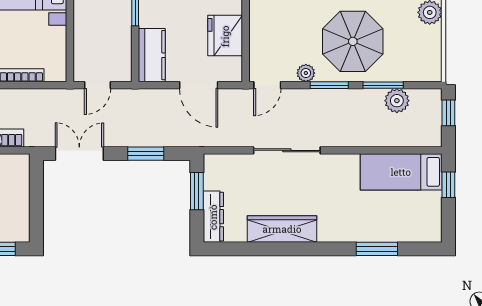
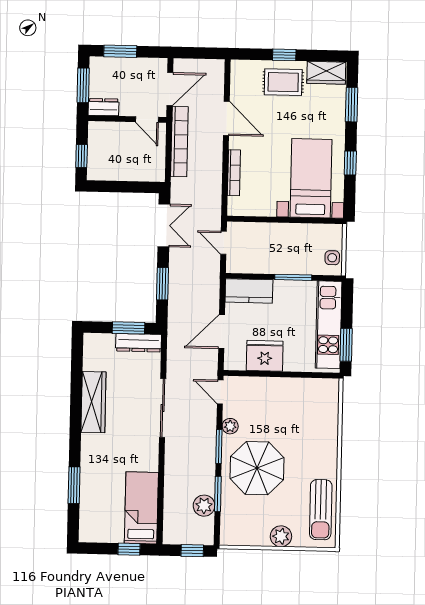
dresser: (213, 217) -> (139, 343), moved

